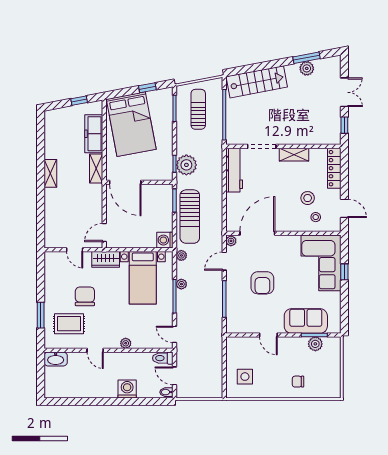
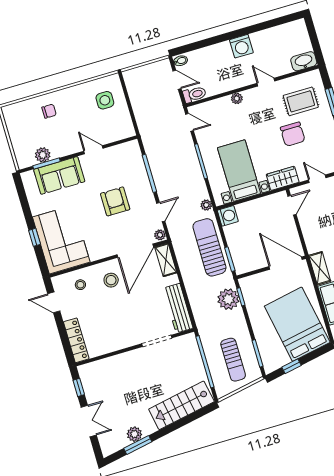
double door: (344, 92) -> (89, 421), swing flipped
shelving: (294, 155) -> (166, 260), moved, turned 90
stool: (308, 198) -> (111, 280), moved
plant: (181, 284) -> (198, 176), removed
washing machine: (127, 389) -> (241, 46), moved

